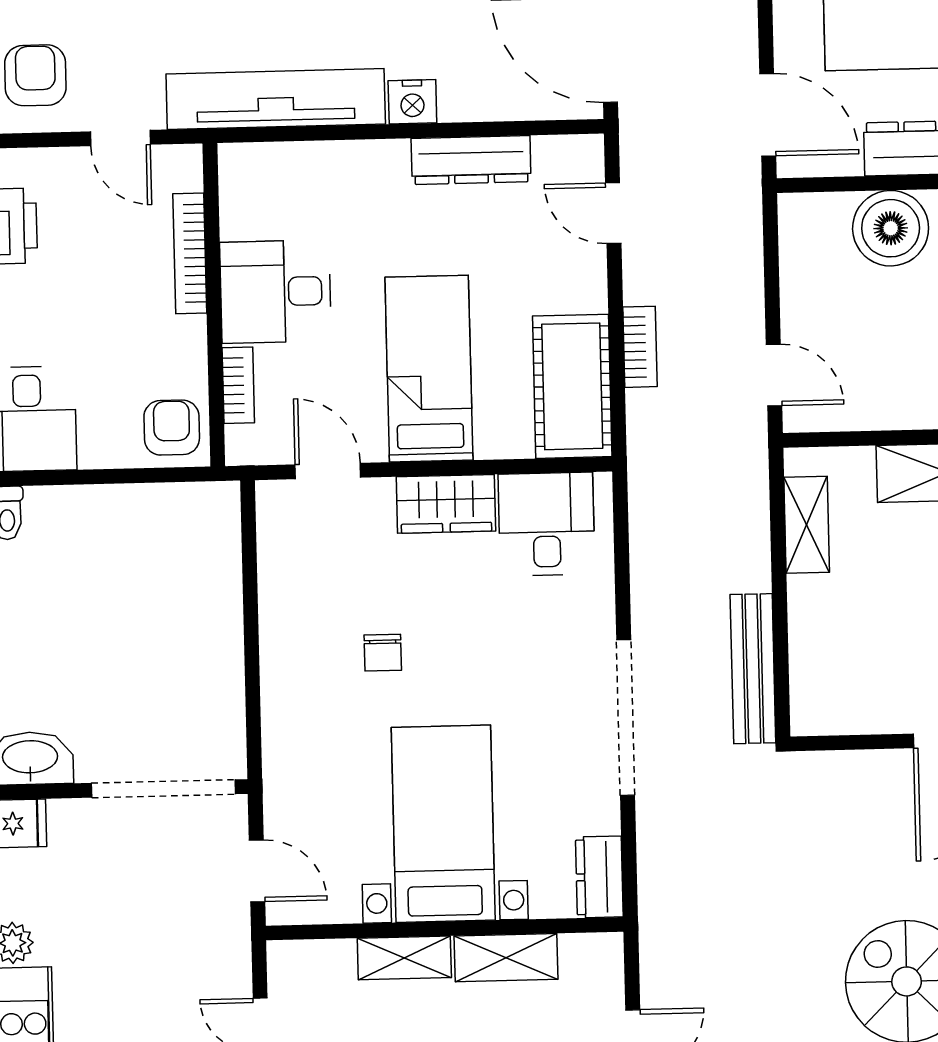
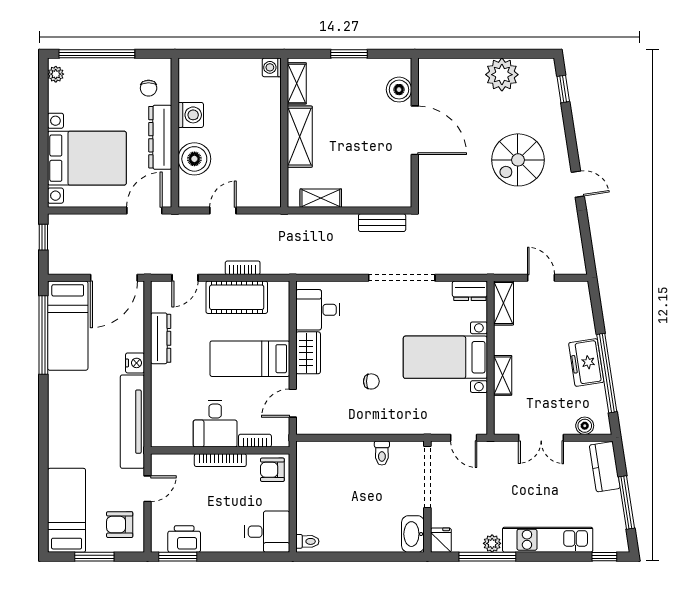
bookcase: (190, 253) -> (220, 460), moved
door: (774, 375) -> (223, 211), moved
cot: (572, 386) -> (237, 297), moved
bench: (753, 669) -> (382, 223), width x0.73
toilet: (217, 681) -> (382, 453), added
door: (257, 871) -> (464, 438), swing flipped
shelving: (506, 958) -> (504, 303), moved

